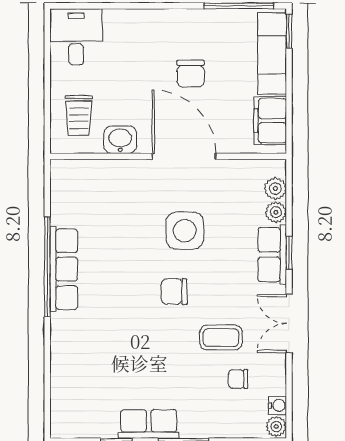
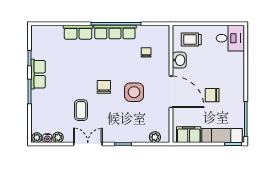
door: (184, 156) -> (171, 92), hinge flipped
plant: (276, 212) -> (58, 137), moved
row of seats: (272, 255) -> (78, 32), moved, turned 180
chair: (238, 379) -> (146, 52), moved

